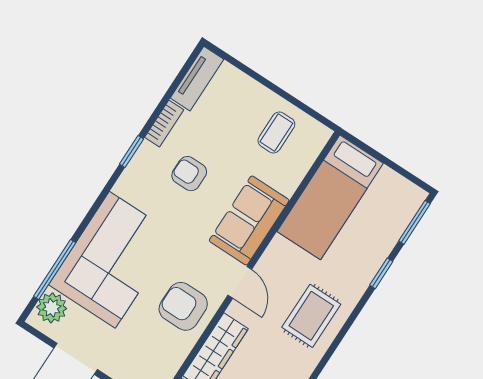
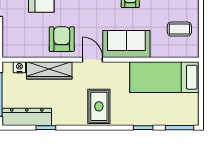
door: (240, 282) -> (92, 60), swing flipped
rug: (311, 316) -> (99, 106), turned 90

